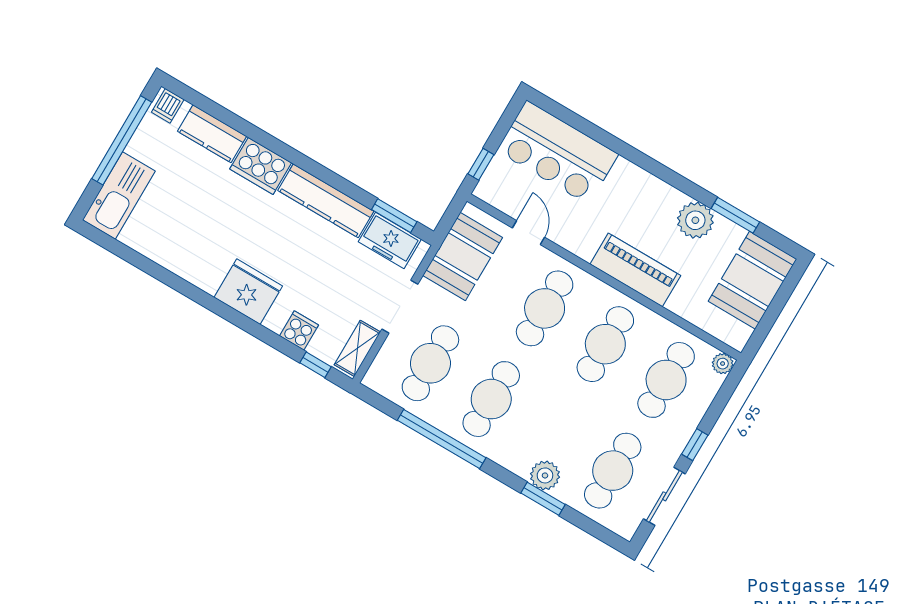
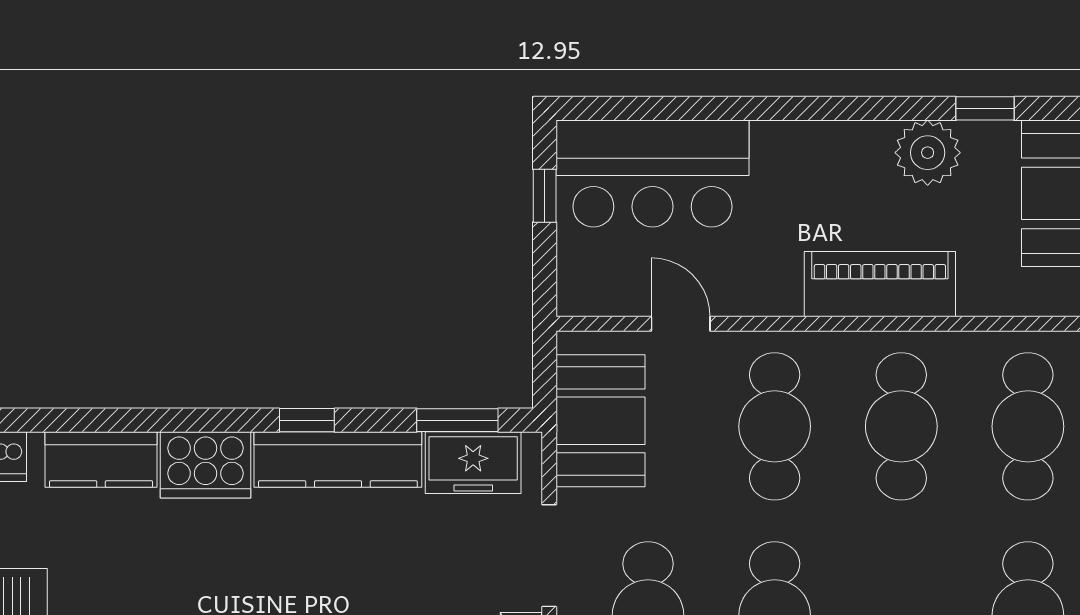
window: (481, 164) -> (545, 196), moved
window: (322, 173) -> (307, 420), added
window: (735, 215) -> (985, 108), width x0.67

